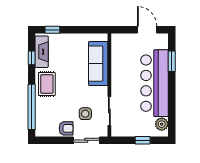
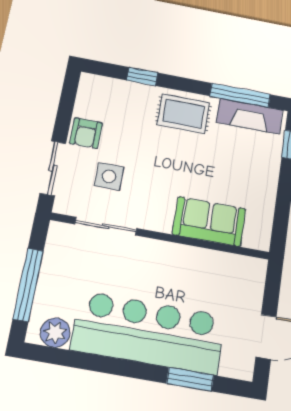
window: (32, 58) -> (240, 95), width x2.17
sofa: (98, 64) -> (209, 222), width x0.73
window: (32, 107) -> (142, 76), width x0.32
window: (143, 140) -> (28, 285), width x2.17

